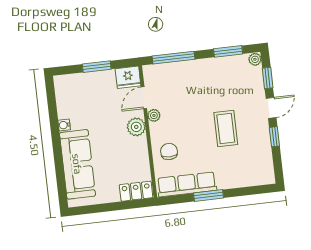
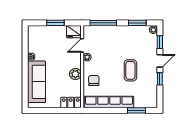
plant: (136, 127) -> (75, 74), moved
row of seats: (187, 184) -> (109, 102), width x1.36
window: (209, 196) -> (136, 110), moved

